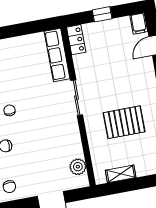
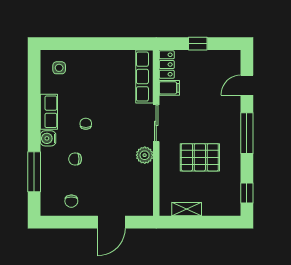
filing cabinet: (139, 24) -> (169, 88), moved, turned -90
plant: (78, 167) -> (145, 155), moved

